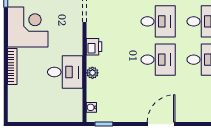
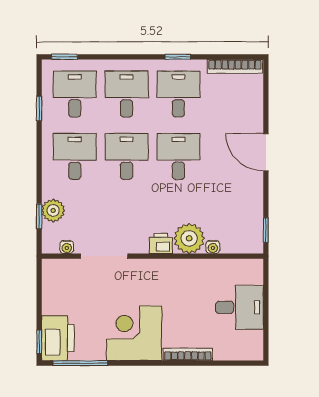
desk: (65, 72) -> (239, 307), moved, turned 90
plant: (92, 73) -> (189, 238), width x1.88, depth x1.88
water cooler: (91, 107) -> (213, 247), moved

